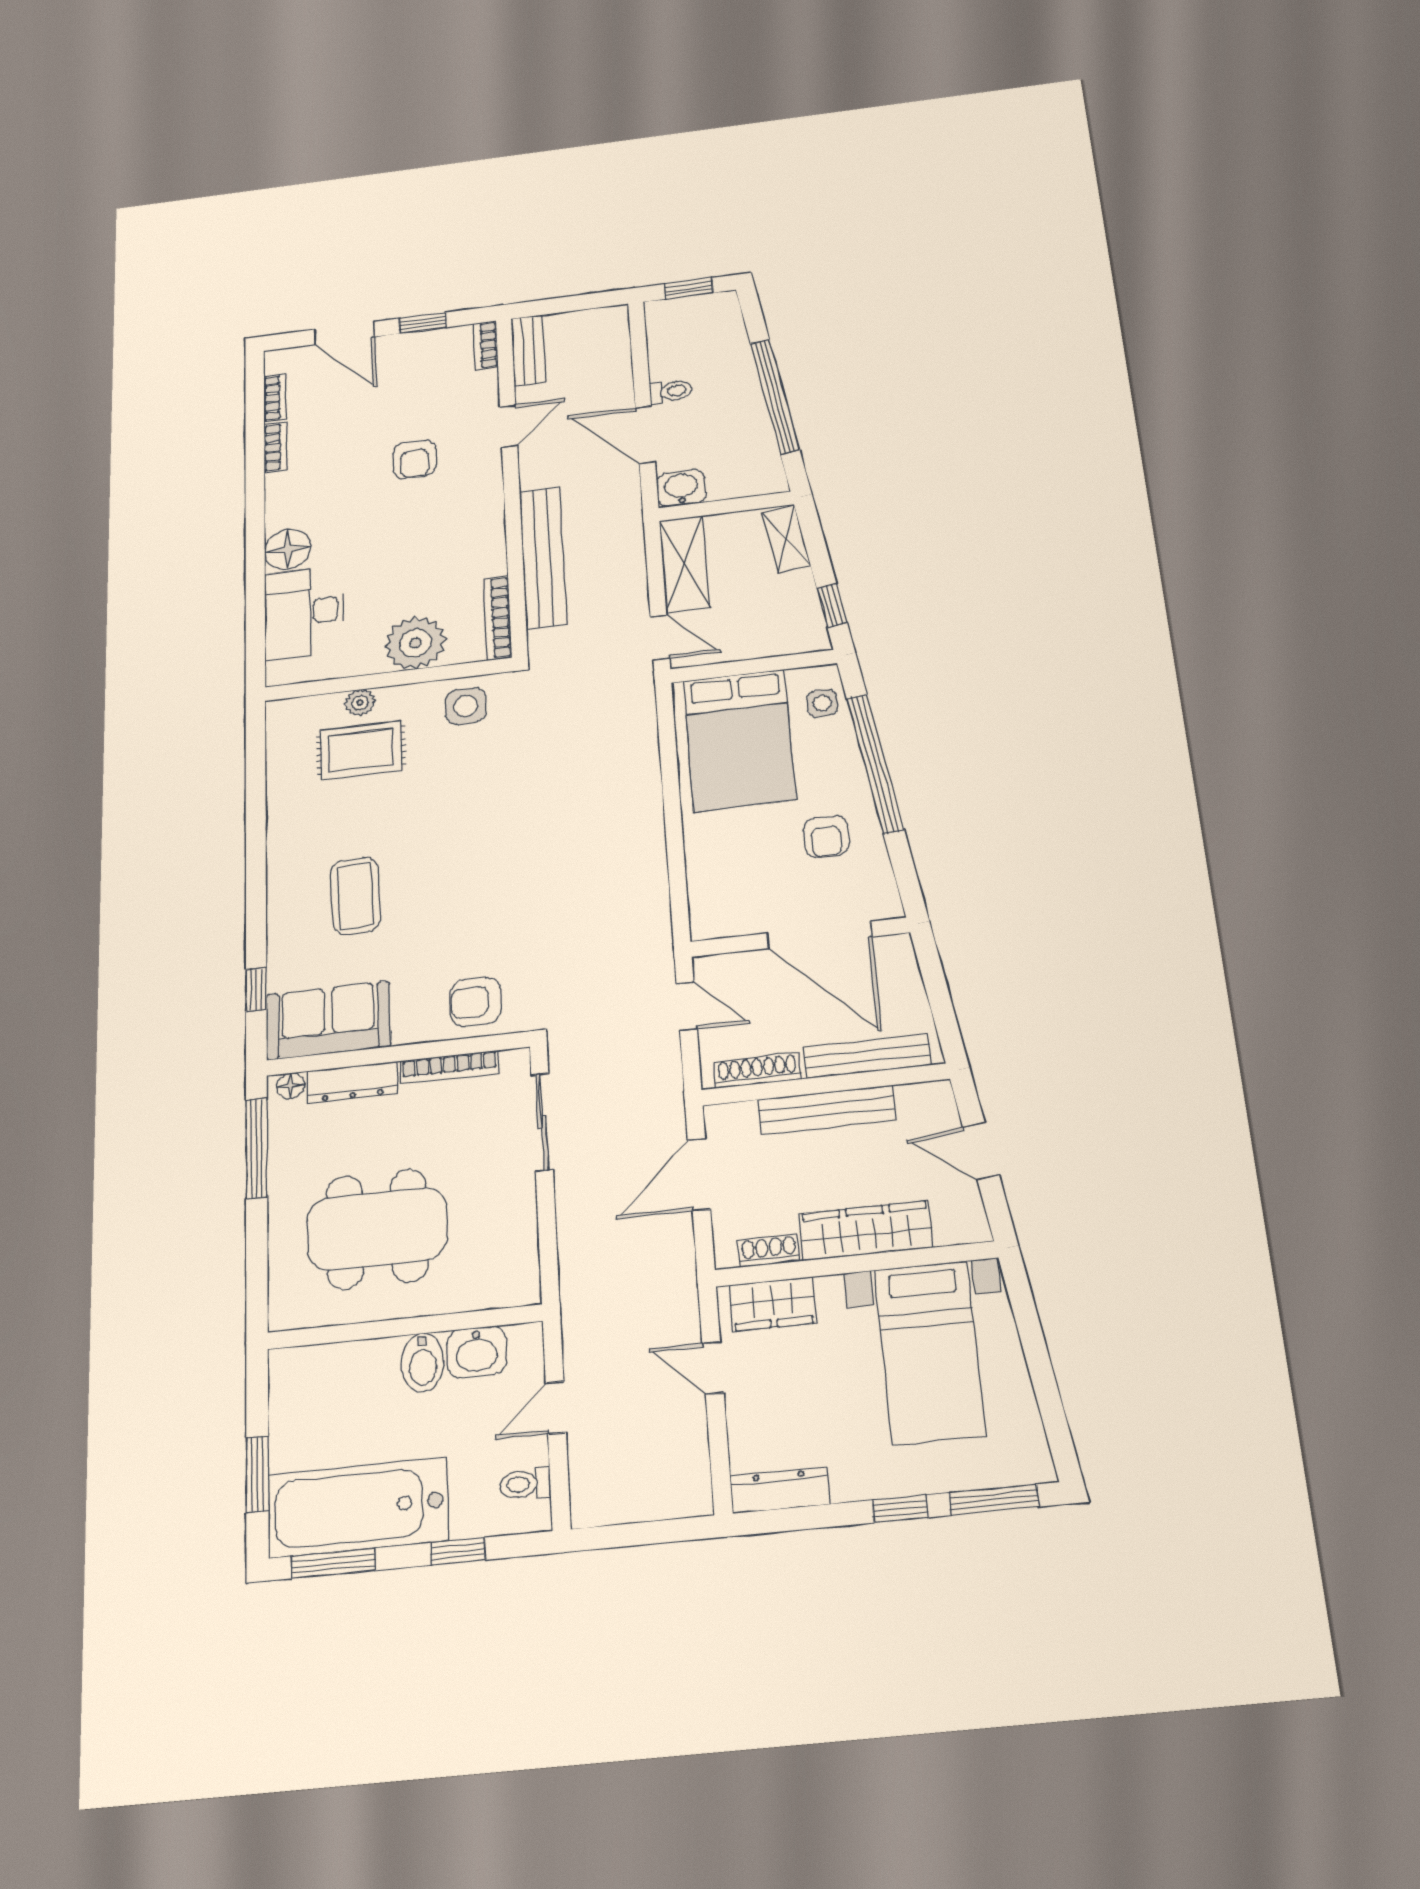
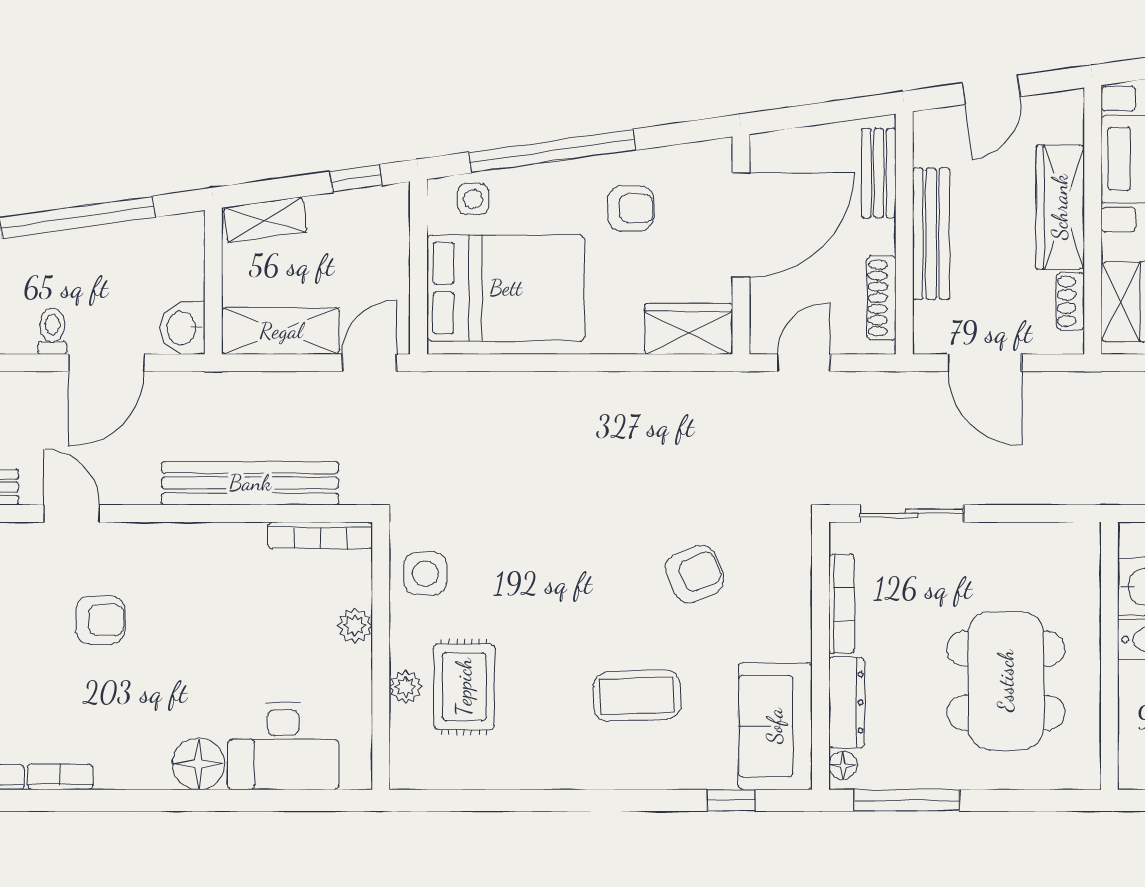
plant: (415, 643) -> (355, 626), width x0.53, depth x0.53
wardrobe: (712, 900) -> (689, 329), added
armchair: (476, 1002) -> (694, 574), moved, turned -113
bench: (867, 1056) -> (879, 173), width x0.73

